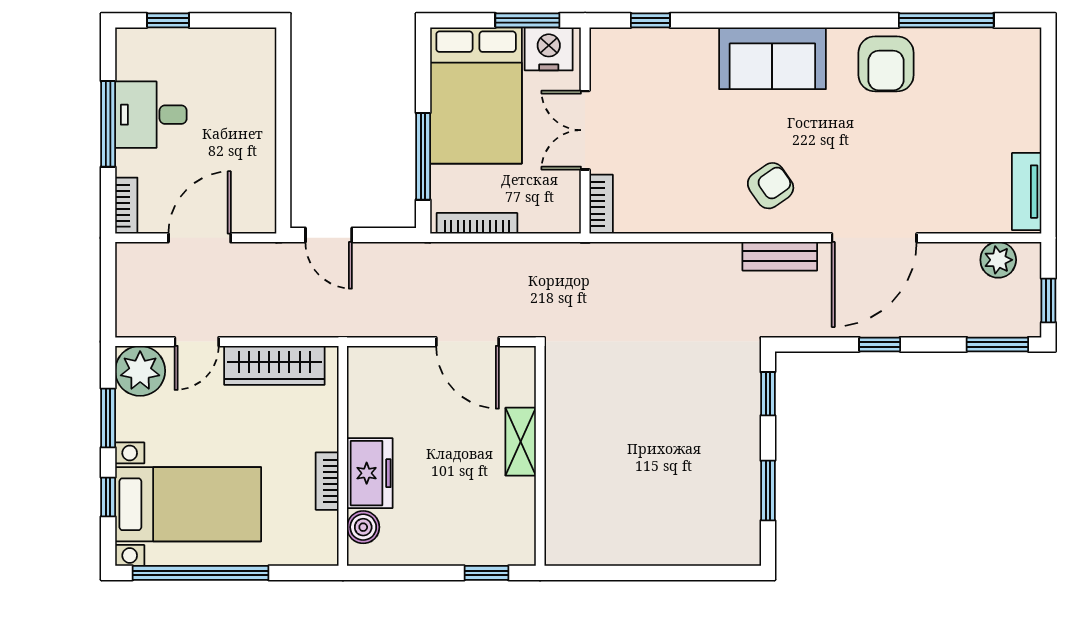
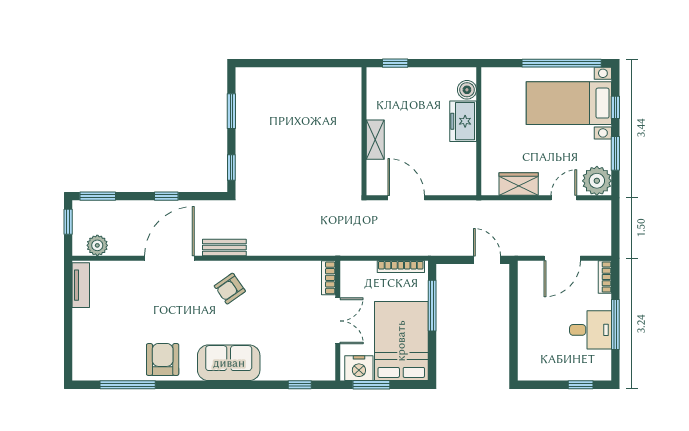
wardrobe: (274, 365) -> (519, 184), width x0.67
bookcase: (327, 481) -> (488, 117), removed

